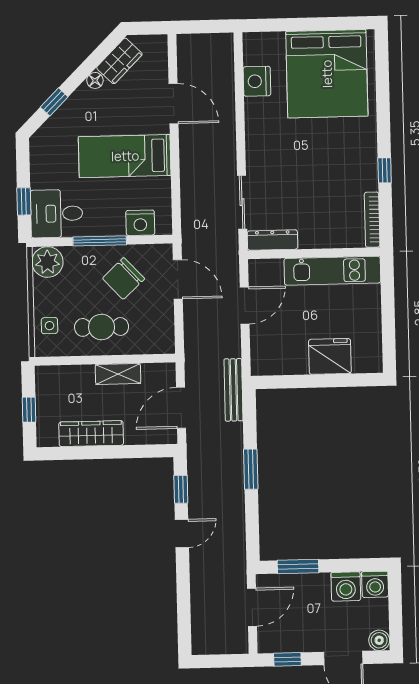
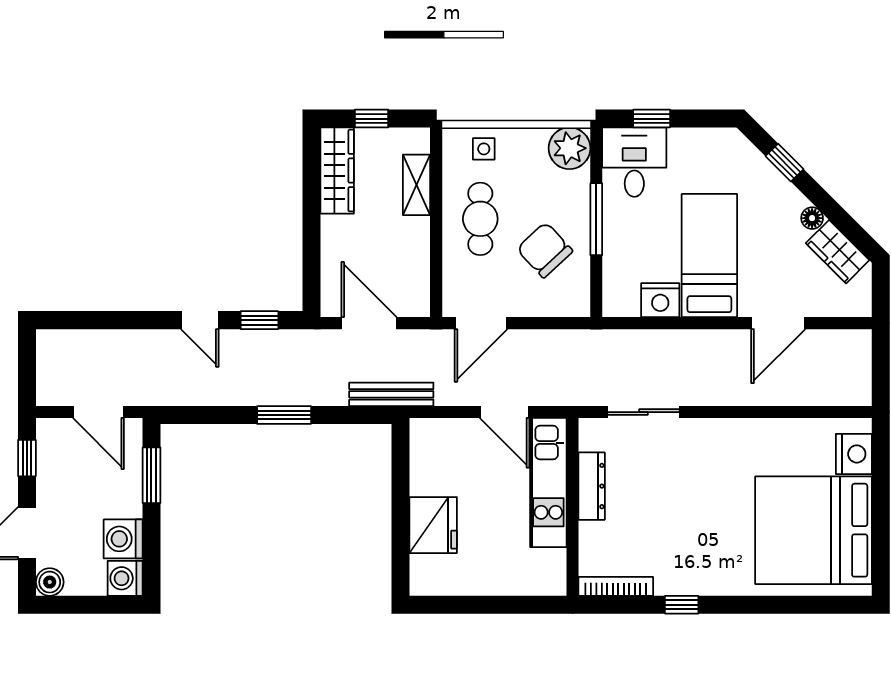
nightstand: (257, 81) -> (854, 454), moved, turned 90
nightstand: (140, 223) -> (660, 300), moved, turned -90
dresser: (272, 240) -> (592, 486), moved
kitchen unit: (332, 271) -> (548, 483), moved
door: (178, 279) -> (481, 323), moved
shelving: (118, 374) -> (417, 185), moved
wardrobe: (91, 434) -> (337, 171), moved

